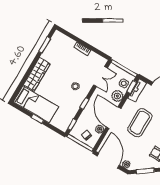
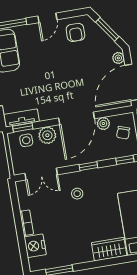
nightstand: (67, 43) -> (35, 246), added
wardrobe: (37, 74) -> (109, 249), width x0.67
double door: (101, 77) -> (41, 174), swing flipped
coffee table: (140, 123) -> (57, 83), removed

